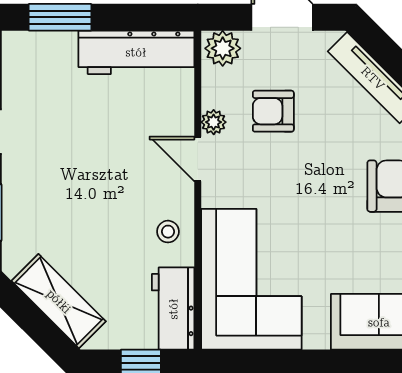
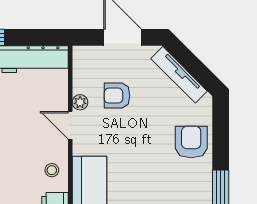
plant: (223, 48) -> (86, 57), removed

